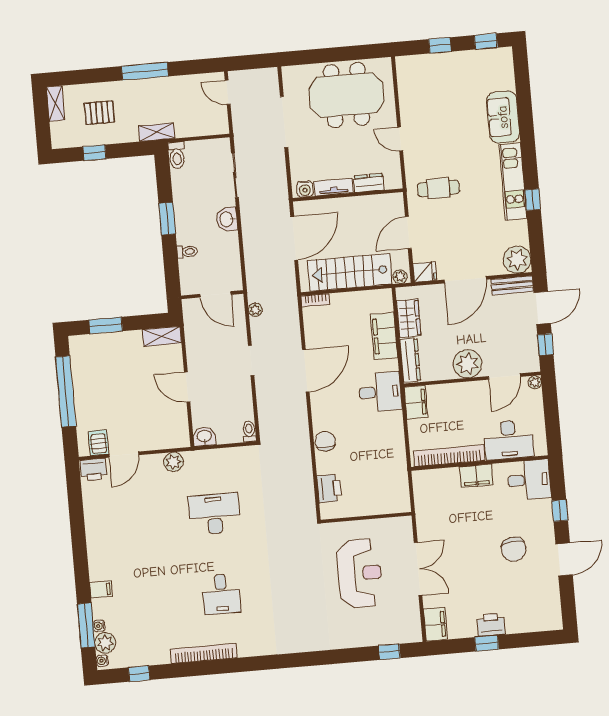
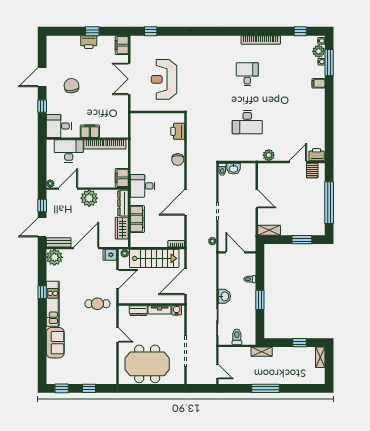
shelving: (55, 104) -> (320, 357), moved
pallet: (99, 113) -> (295, 366), removed
toilet: (177, 155) -> (237, 337), moved
washbasin: (204, 436) -> (233, 169), moved

